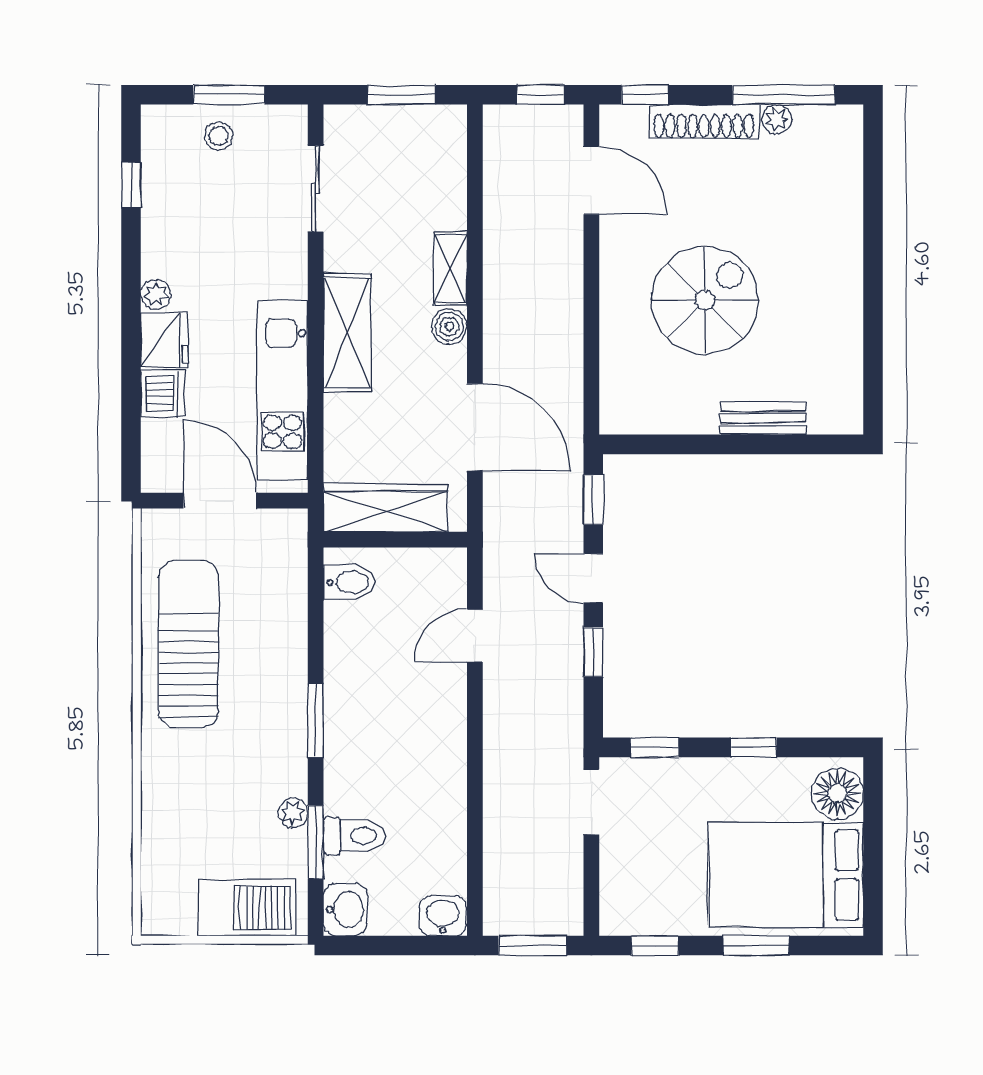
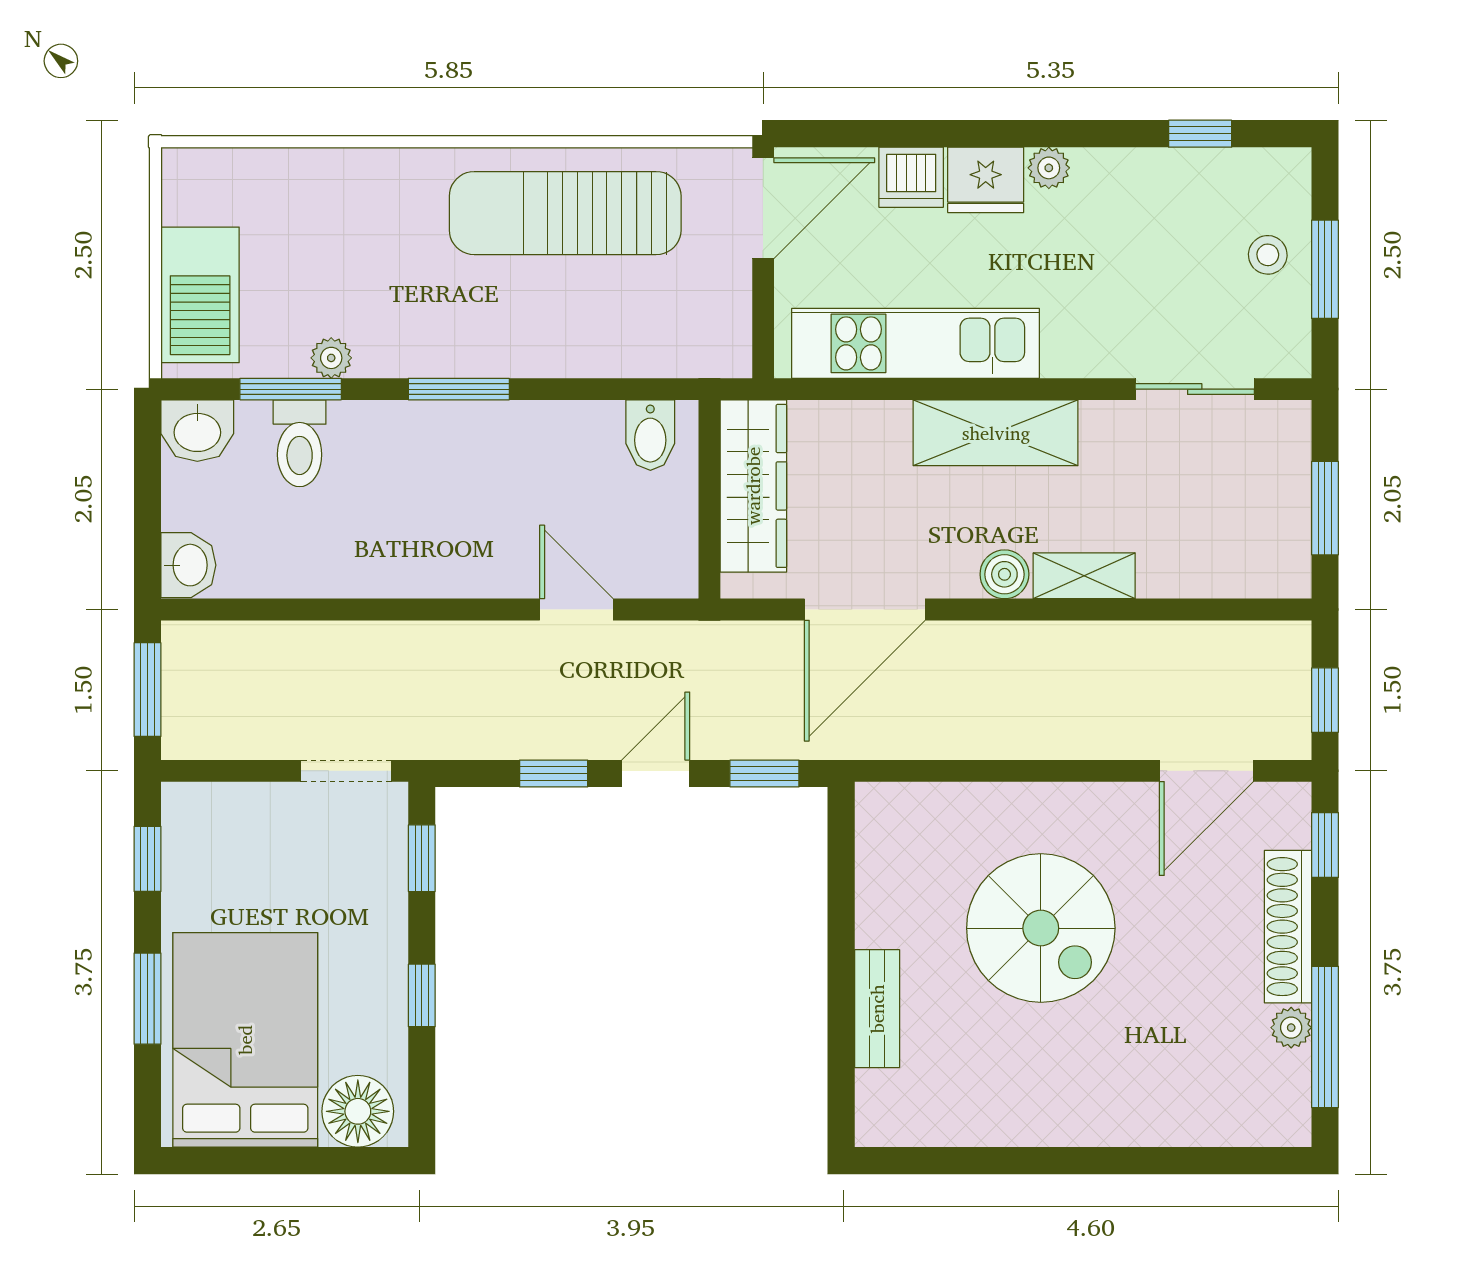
door: (220, 501) -> (763, 208), moved
sun lounger: (188, 644) -> (565, 213), turned 180

